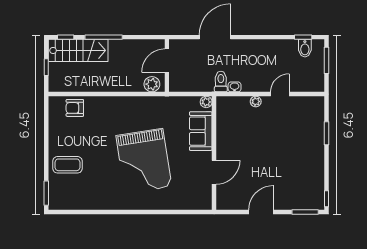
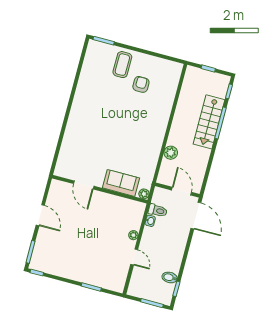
bidet: (305, 48) -> (170, 277), moved
stairs: (78, 50) -> (209, 122), moved
door: (167, 61) -> (182, 191), moved
wall: (167, 66) -> (177, 190), moved
armchair: (75, 108) -> (141, 84), moved
grand piano: (144, 161) -> (109, 129), removed

